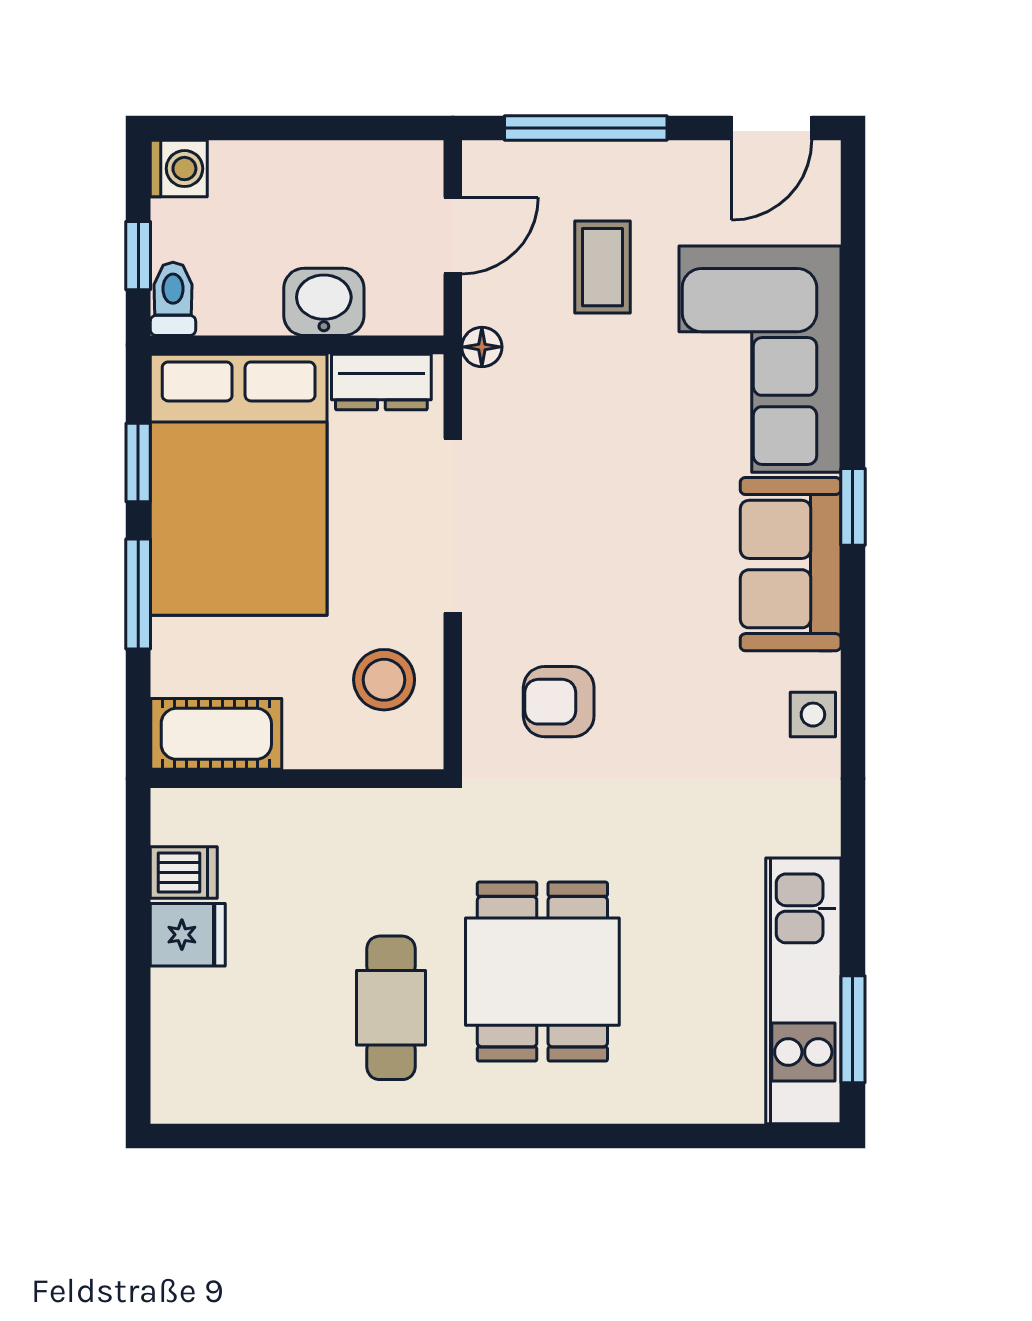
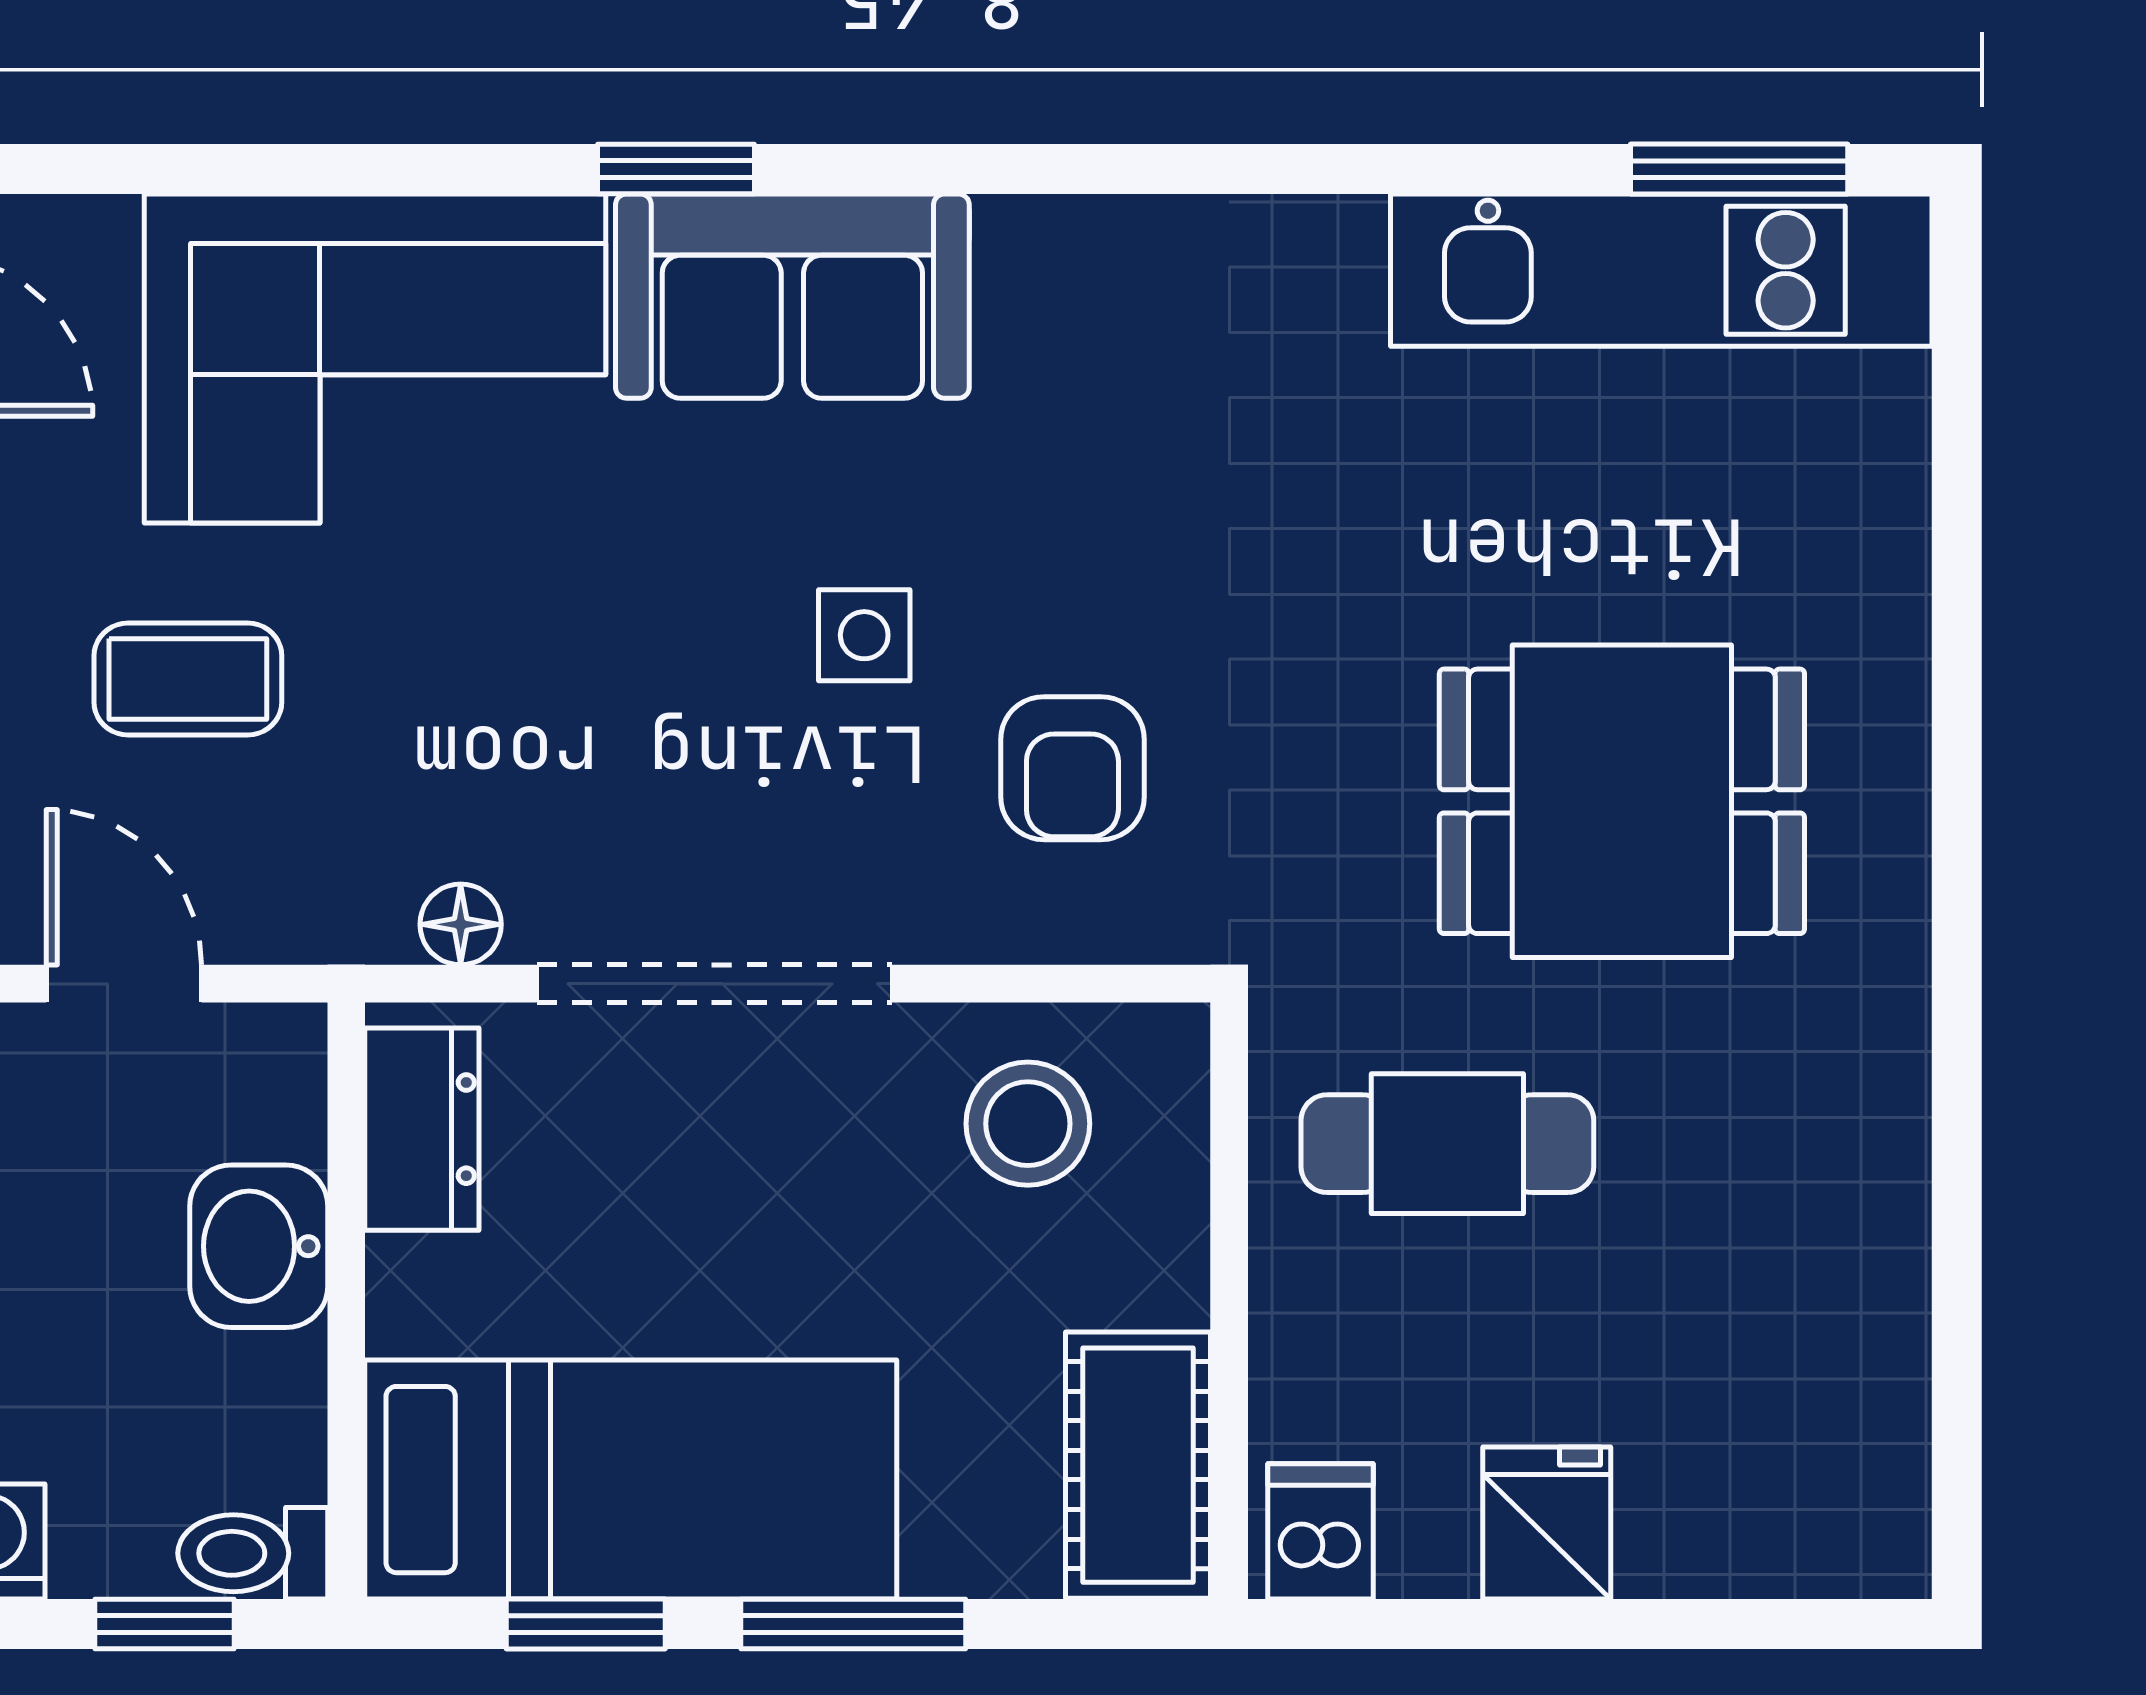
floor lamp: (482, 347) -> (461, 924), moved
bed: (239, 485) -> (631, 1480), width x0.67
side table: (813, 715) -> (864, 635), moved
dishwasher: (184, 873) -> (1320, 1531), moved
cafe table: (391, 1008) -> (1447, 1144), moved

